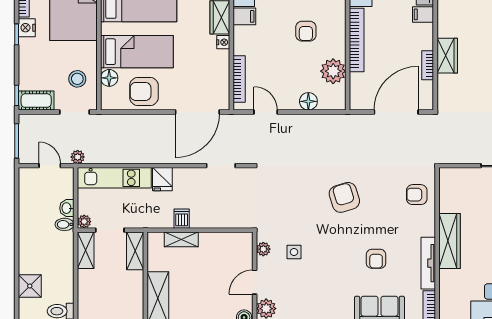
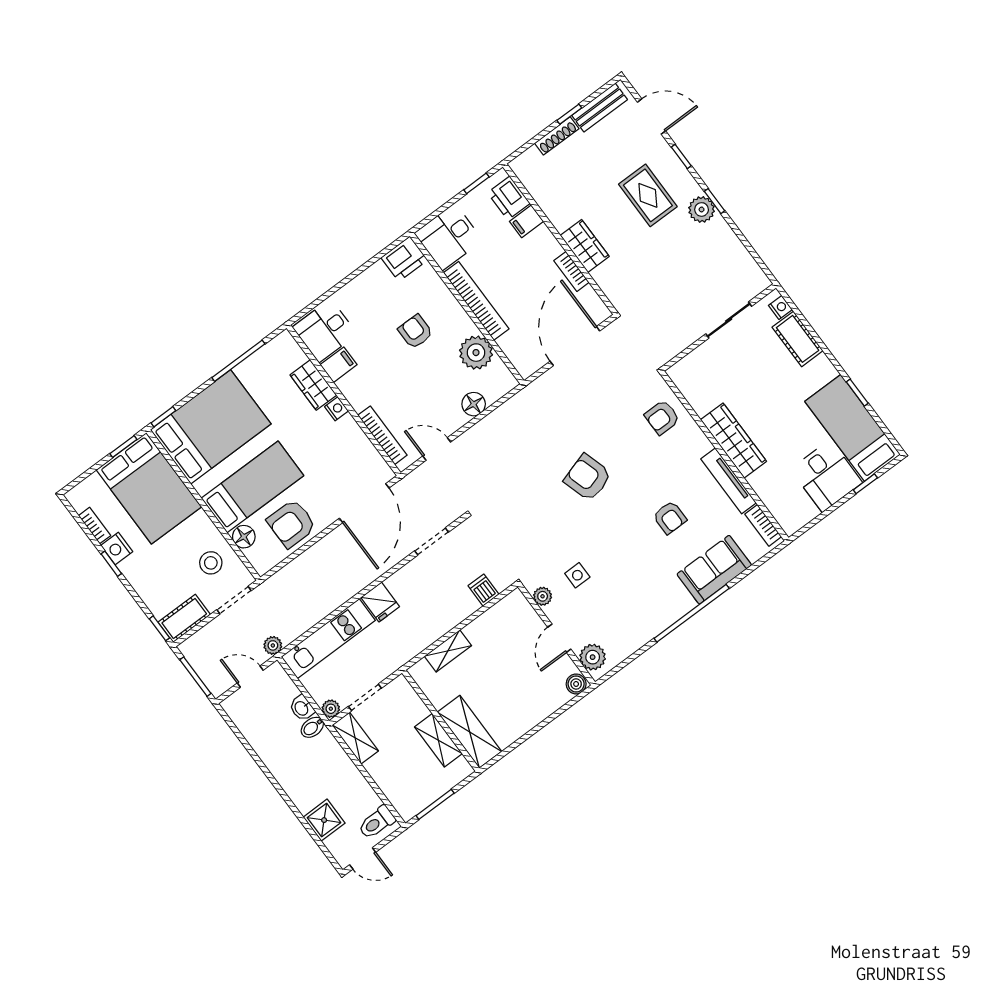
armchair: (306, 31) -> (415, 332), turned 180
dishwasher: (182, 219) -> (484, 590), moved
shelving: (135, 251) -> (438, 740), moved

